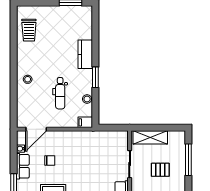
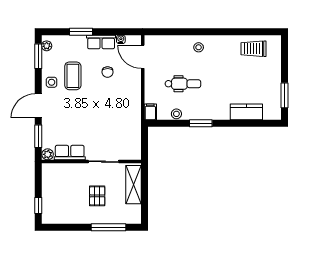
kitchen counter: (85, 54) -> (246, 112), moved
dental chair: (60, 93) -> (183, 84), turned 180

